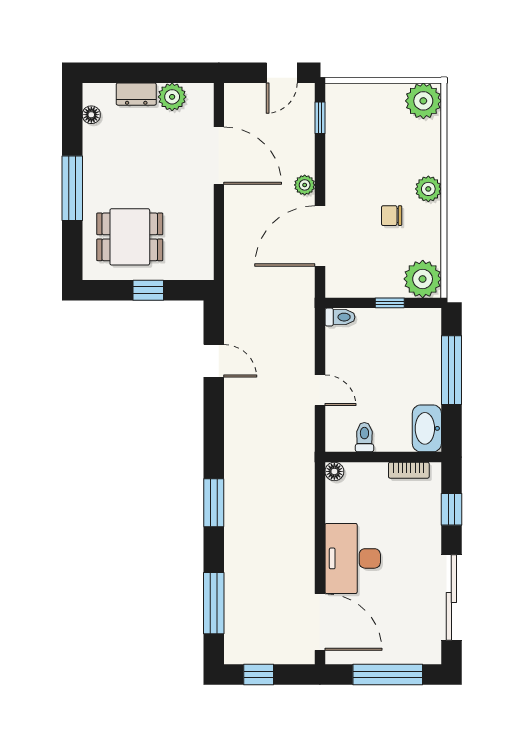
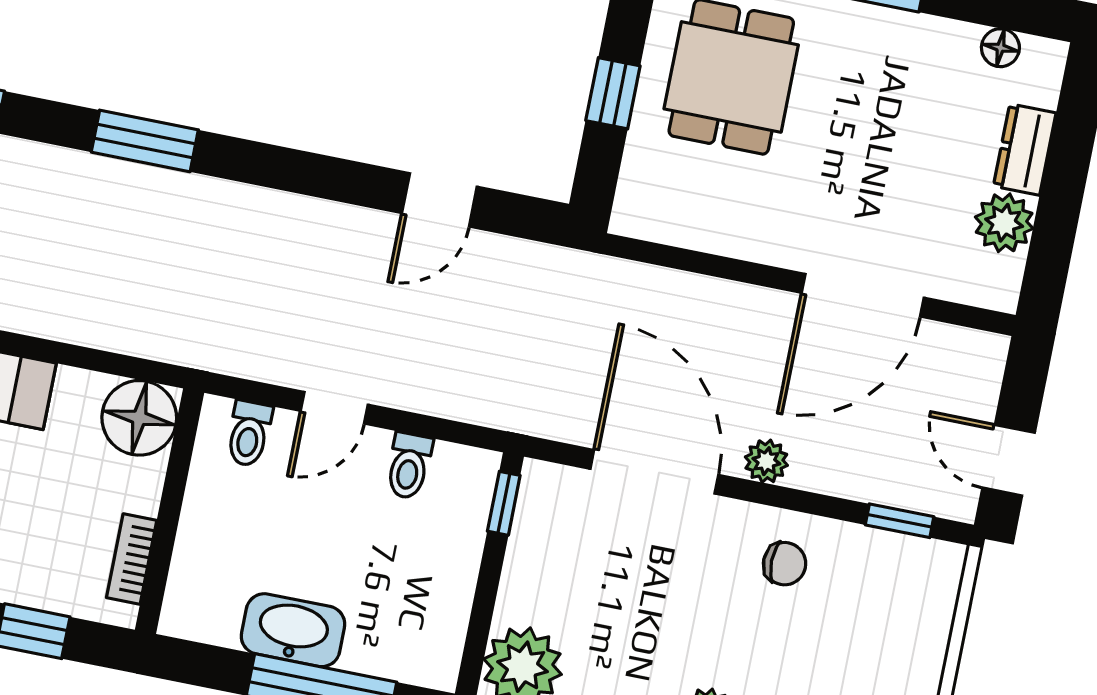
chair: (392, 216) -> (785, 564), moved, turned 90
window: (390, 303) -> (504, 503), moved
toilet: (340, 317) -> (409, 466), moved
washbasin: (427, 428) -> (293, 630), moved
toilet: (364, 437) -> (249, 434), moved, turned 90
floor lamp: (334, 471) -> (139, 418), width x1.89, depth x1.89

